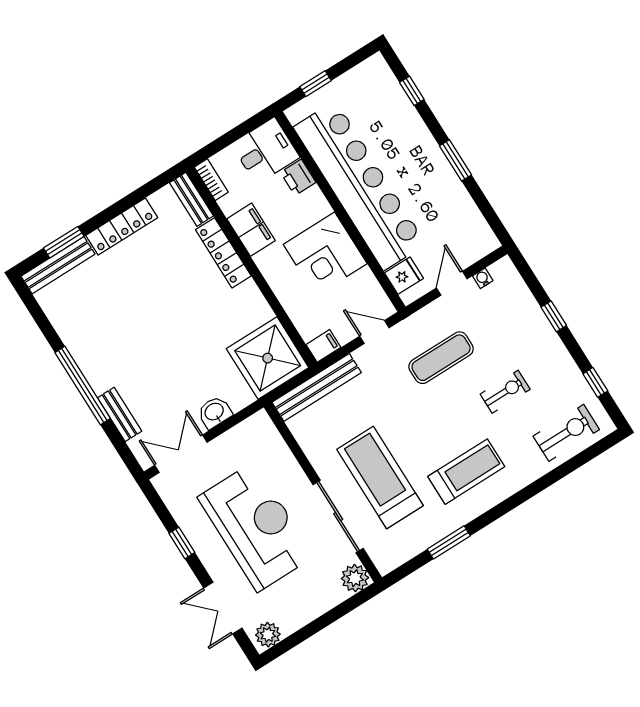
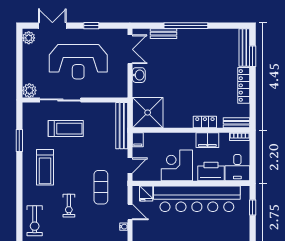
printer: (298, 177) -> (211, 172), width x1.87, depth x1.48
locker: (223, 253) -> (205, 122), width x0.66
treadmill: (380, 477) -> (66, 129), width x0.73, depth x0.73

